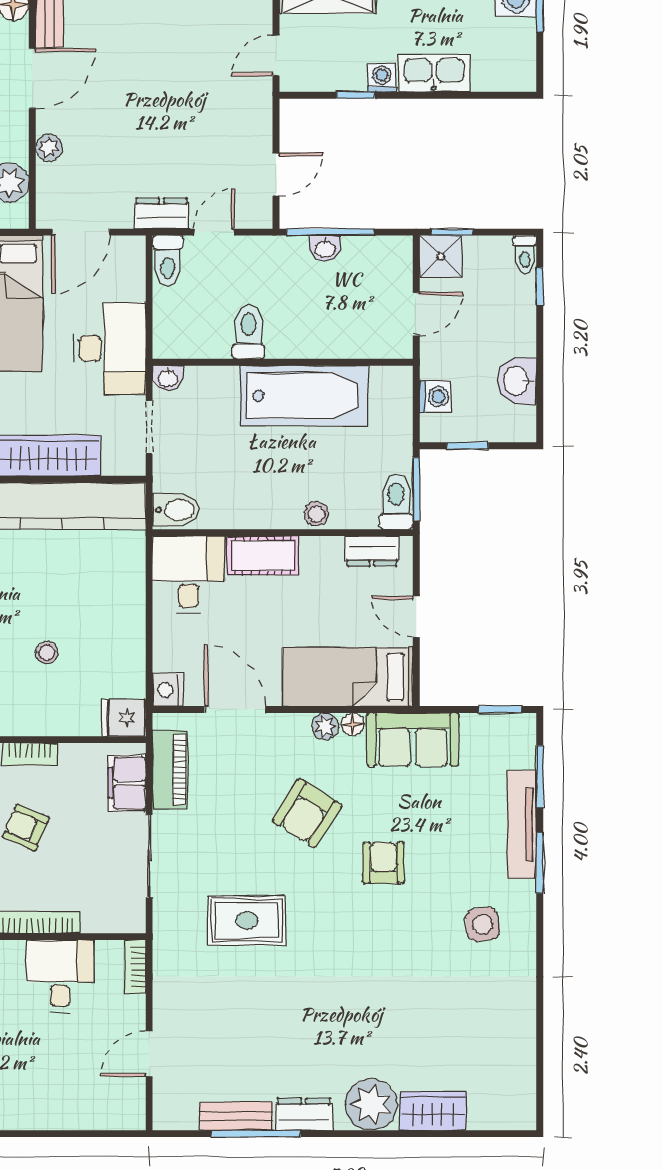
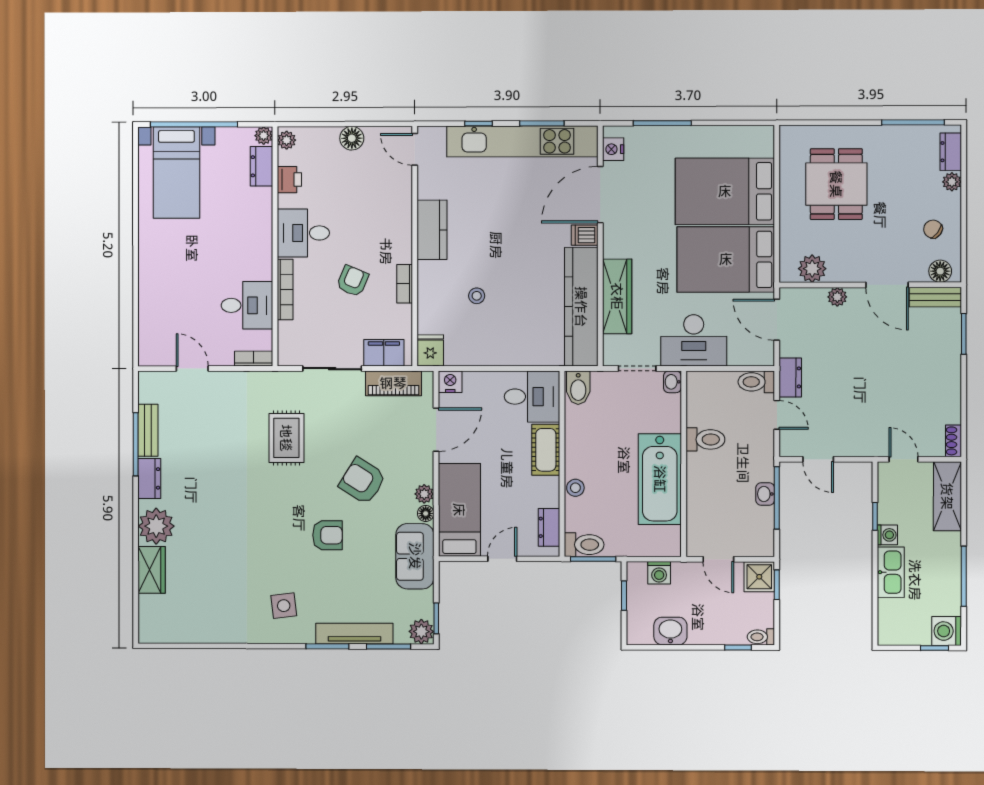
plant: (519, 730) -> (421, 632), added

